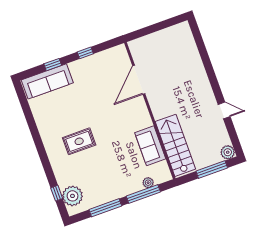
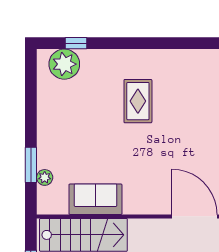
window: (143, 194) -> (31, 165), width x0.69
window: (105, 208) -> (31, 104), removed

